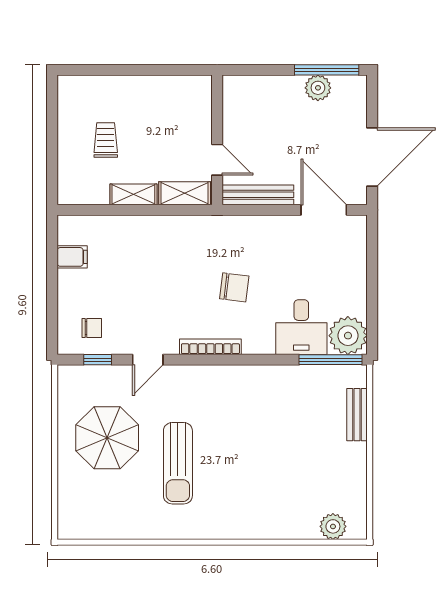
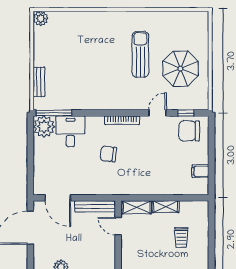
chair: (92, 328) -> (189, 131), width x1.87, depth x1.87
plant: (333, 526) -> (41, 18), moved

